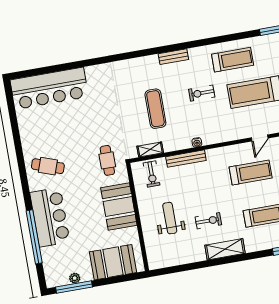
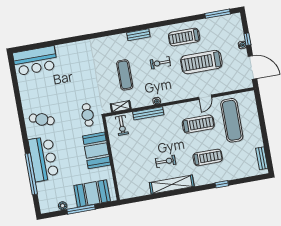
treadmill: (233, 60) -> (184, 37), turned 180
bar counter: (49, 88) -> (35, 61), width x0.73
weight bench: (170, 218) -> (136, 159), removed
shelving: (225, 249) -> (172, 185), width x1.47
window: (74, 287) -> (81, 209), moved

